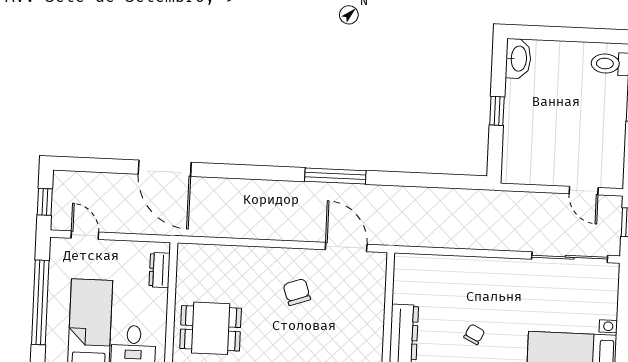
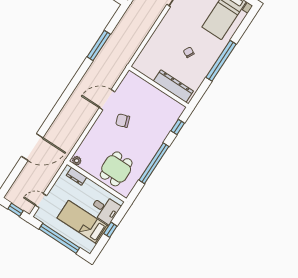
window: (335, 176) -> (99, 45), moved
door: (346, 247) -> (107, 100), moved
plant: (186, 255) -> (77, 161), added

